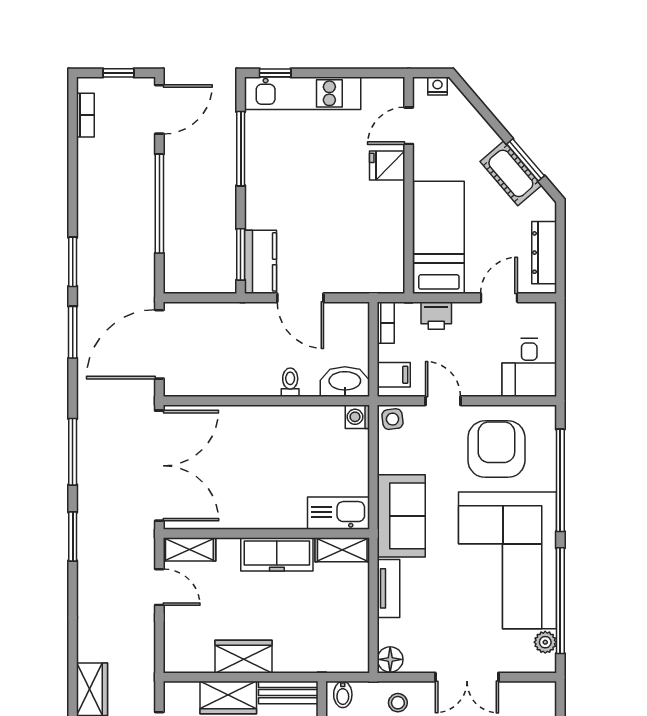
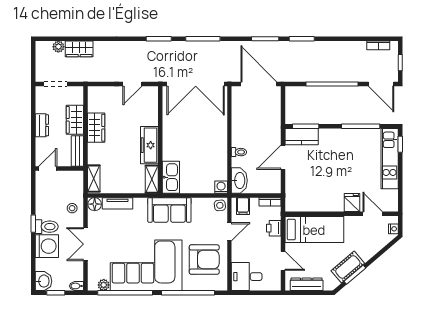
shelving: (189, 549) -> (94, 179), moved
tv unit: (389, 588) -> (118, 203), moved
bidet: (343, 694) -> (76, 286), moved

